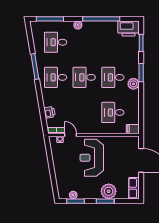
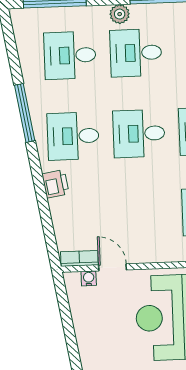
desk: (84, 42) -> (136, 53), added
printer: (50, 112) -> (55, 184), moved

